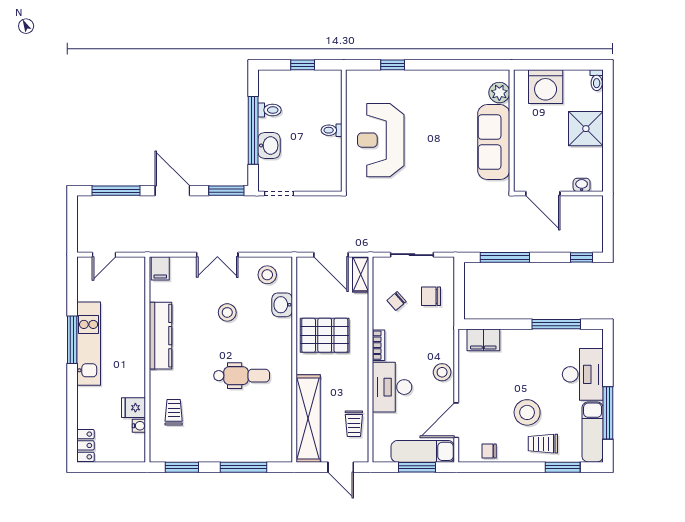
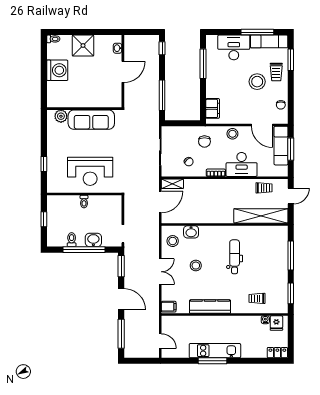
plant: (499, 93) -> (61, 116), moved
wall: (512, 131) -> (84, 109), moved
sofa: (494, 142) -> (91, 120), moved
door: (172, 191) -> (121, 299), swing flipped
chair: (431, 296) -> (204, 142), moved
pallet: (325, 335) -> (210, 206), removed
fridge: (134, 408) -> (276, 323), moved

